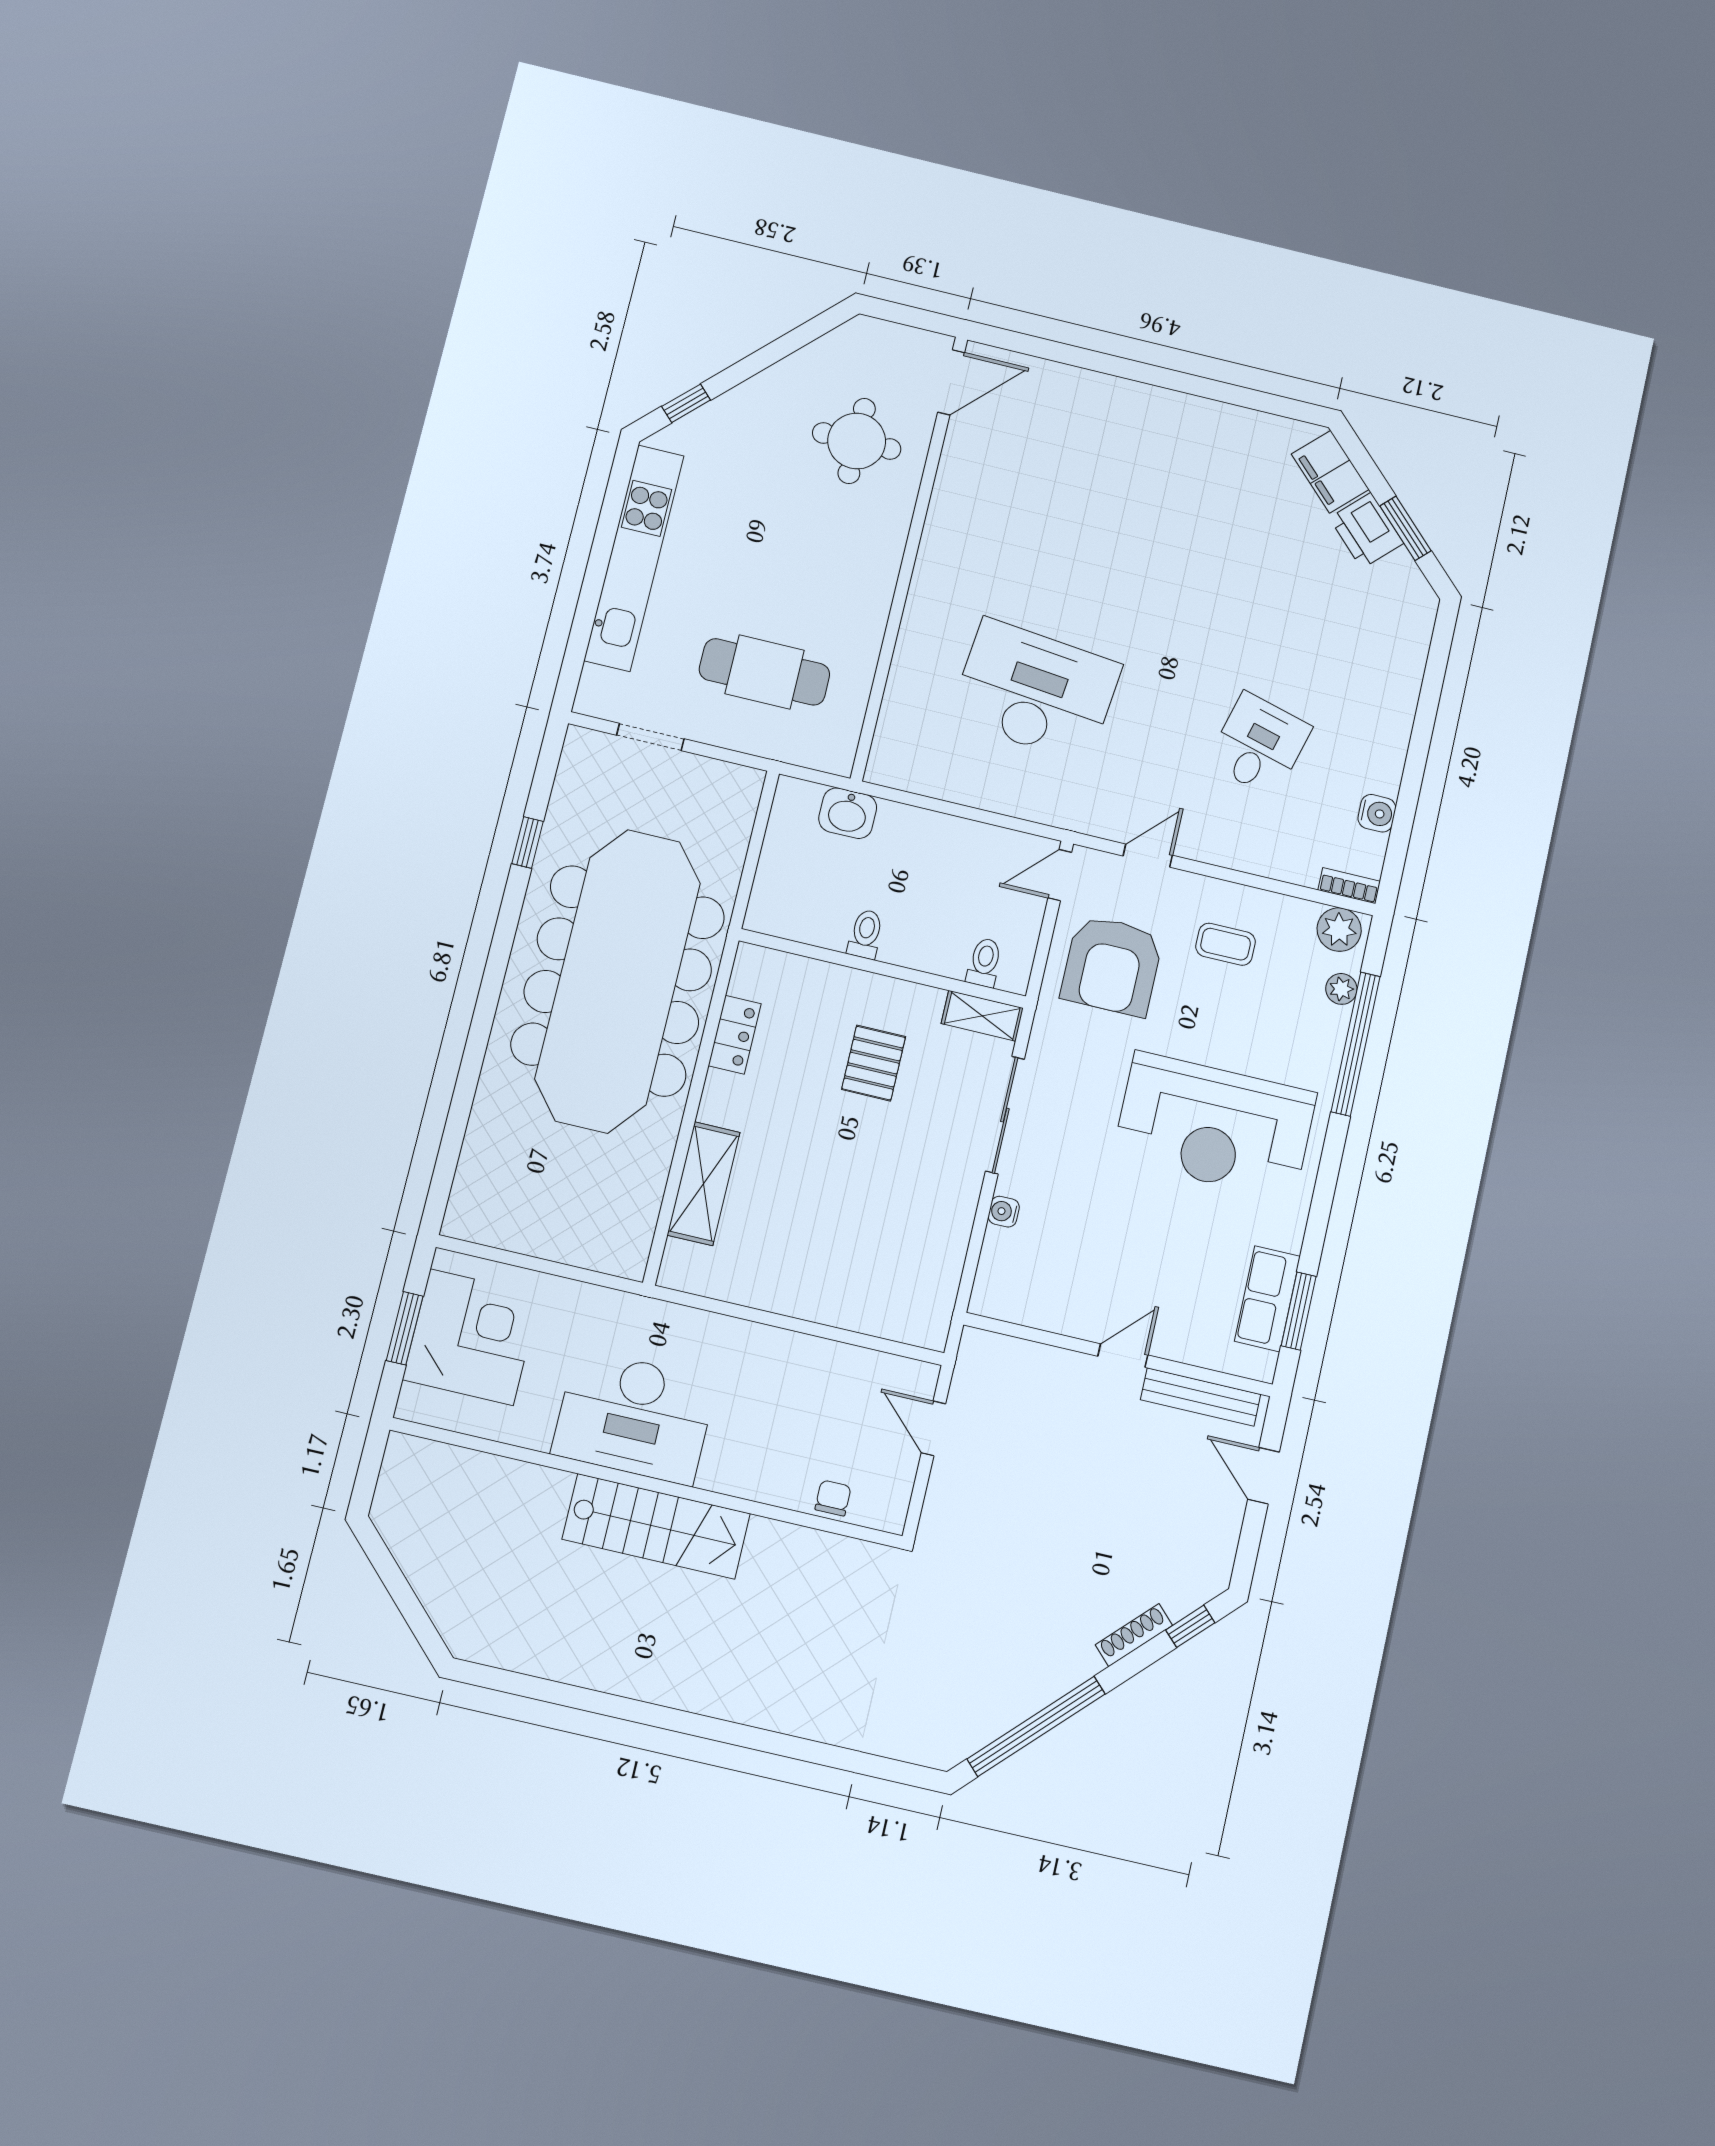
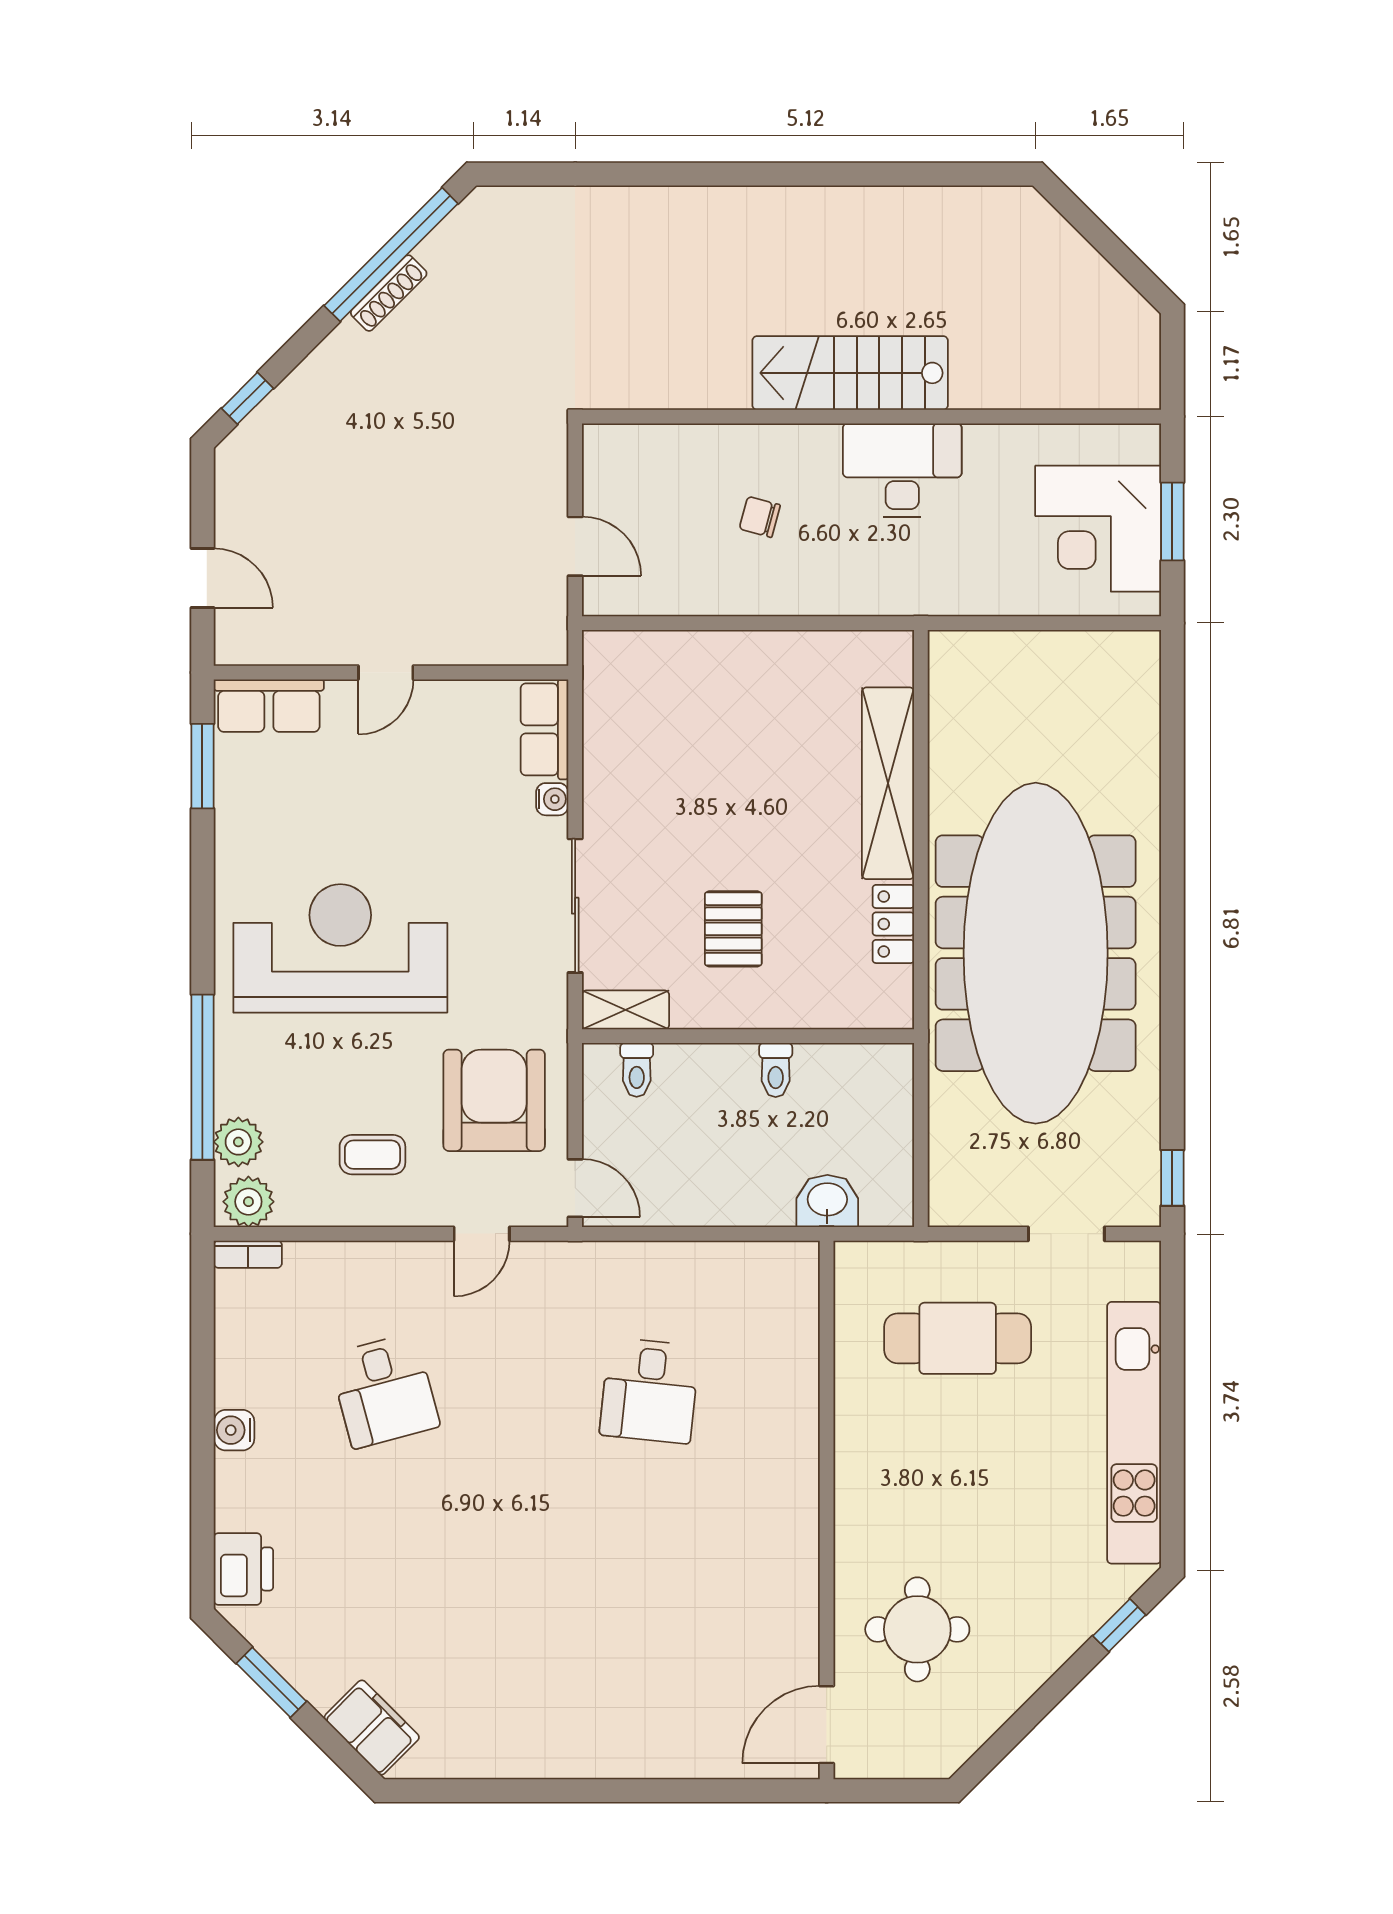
printer: (1366, 531) -> (243, 1569), moved, turned 45
desk: (1036, 691) -> (650, 1391), width x0.53, depth x0.77
desk: (1259, 745) -> (384, 1391), turned -30
water cooler: (1377, 813) -> (234, 1430), moved
window: (528, 842) -> (1172, 1178), moved
door: (1060, 875) -> (575, 1188), hinge flipped
plant: (1341, 989) -> (238, 1142), width x1.38, depth x1.38
shelving: (704, 1184) -> (888, 783), width x1.47
row of seats: (997, 1274) -> (544, 729), added
row of seats: (1267, 1299) -> (269, 706), moved, turned 90
bench: (1201, 1397) -> (290, 647), removed
desk: (634, 1417) -> (902, 470), width x0.73, depth x0.77
chair: (833, 1498) -> (760, 517), moved, turned 105
shoe rack: (1134, 1635) -> (389, 293), moved

